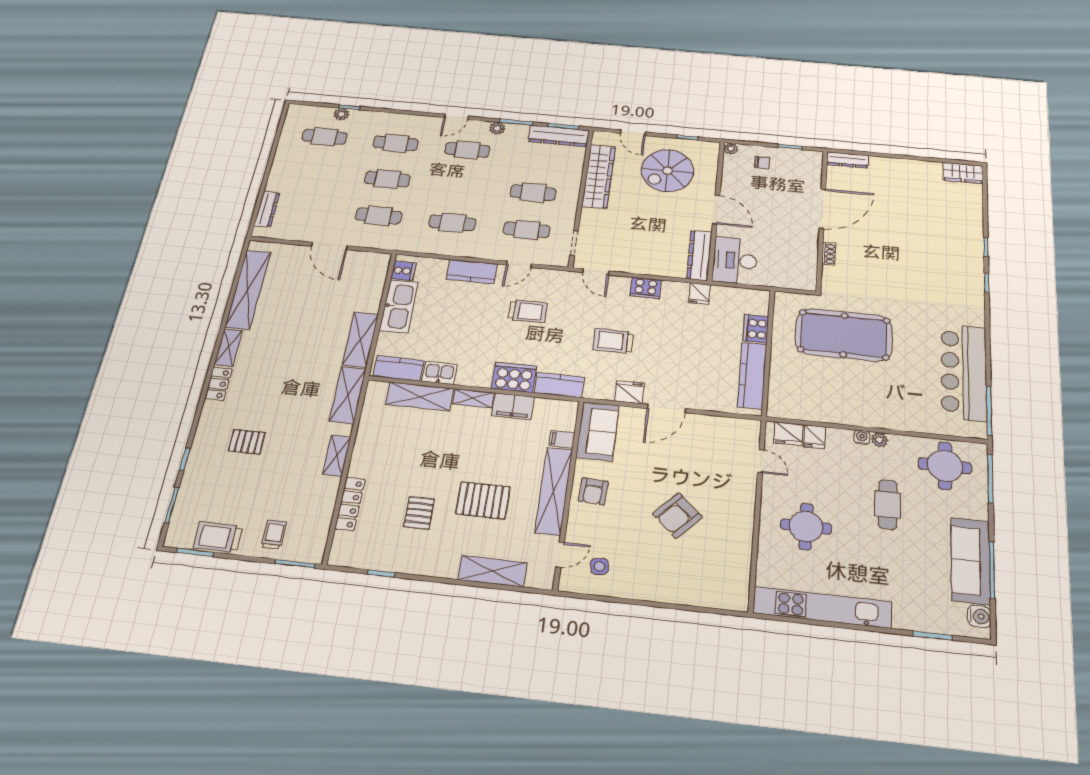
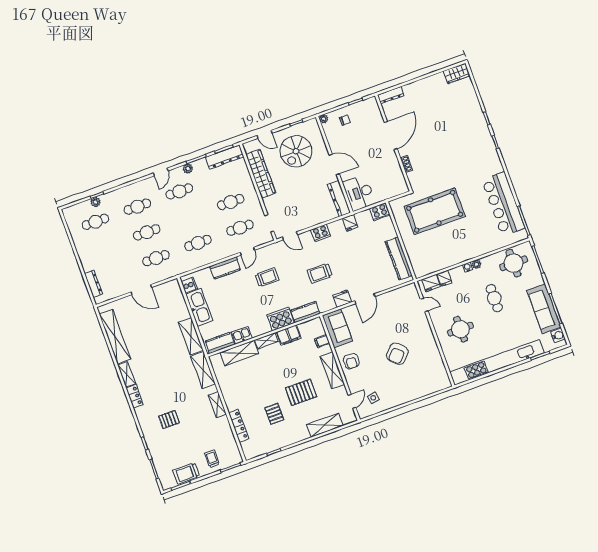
cooker: (756, 329) -> (380, 212), moved, turned -90
shelving: (554, 491) -> (332, 370), width x0.68
kitchen unit: (822, 607) -> (497, 362), width x1.36

